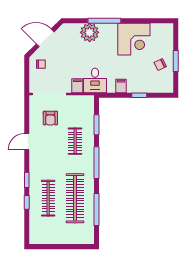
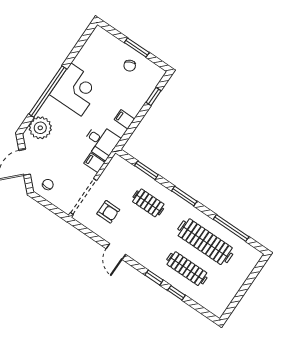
window: (104, 21) -> (48, 91), width x1.46
plant: (90, 32) -> (40, 128), moved
corner desk: (134, 39) -> (76, 90), moved
window: (139, 95) -> (153, 96), moved
window: (96, 163) -> (184, 196), width x0.69

